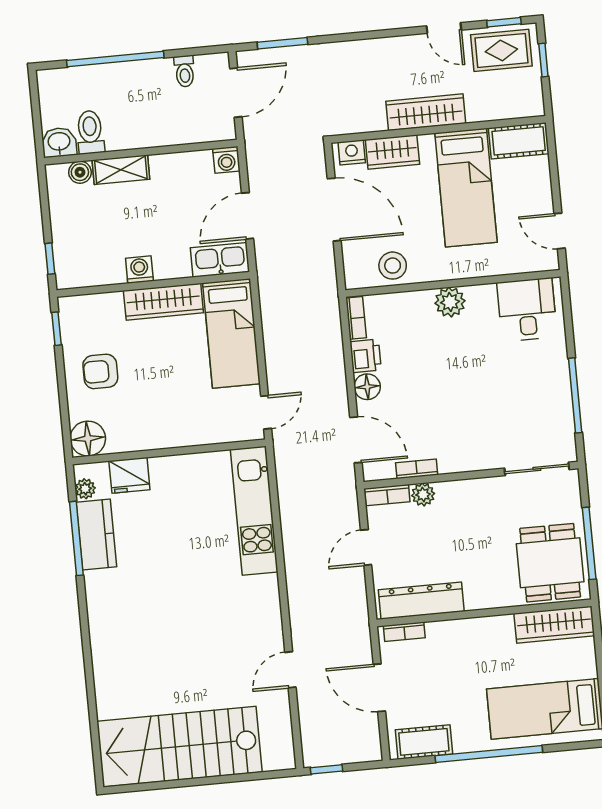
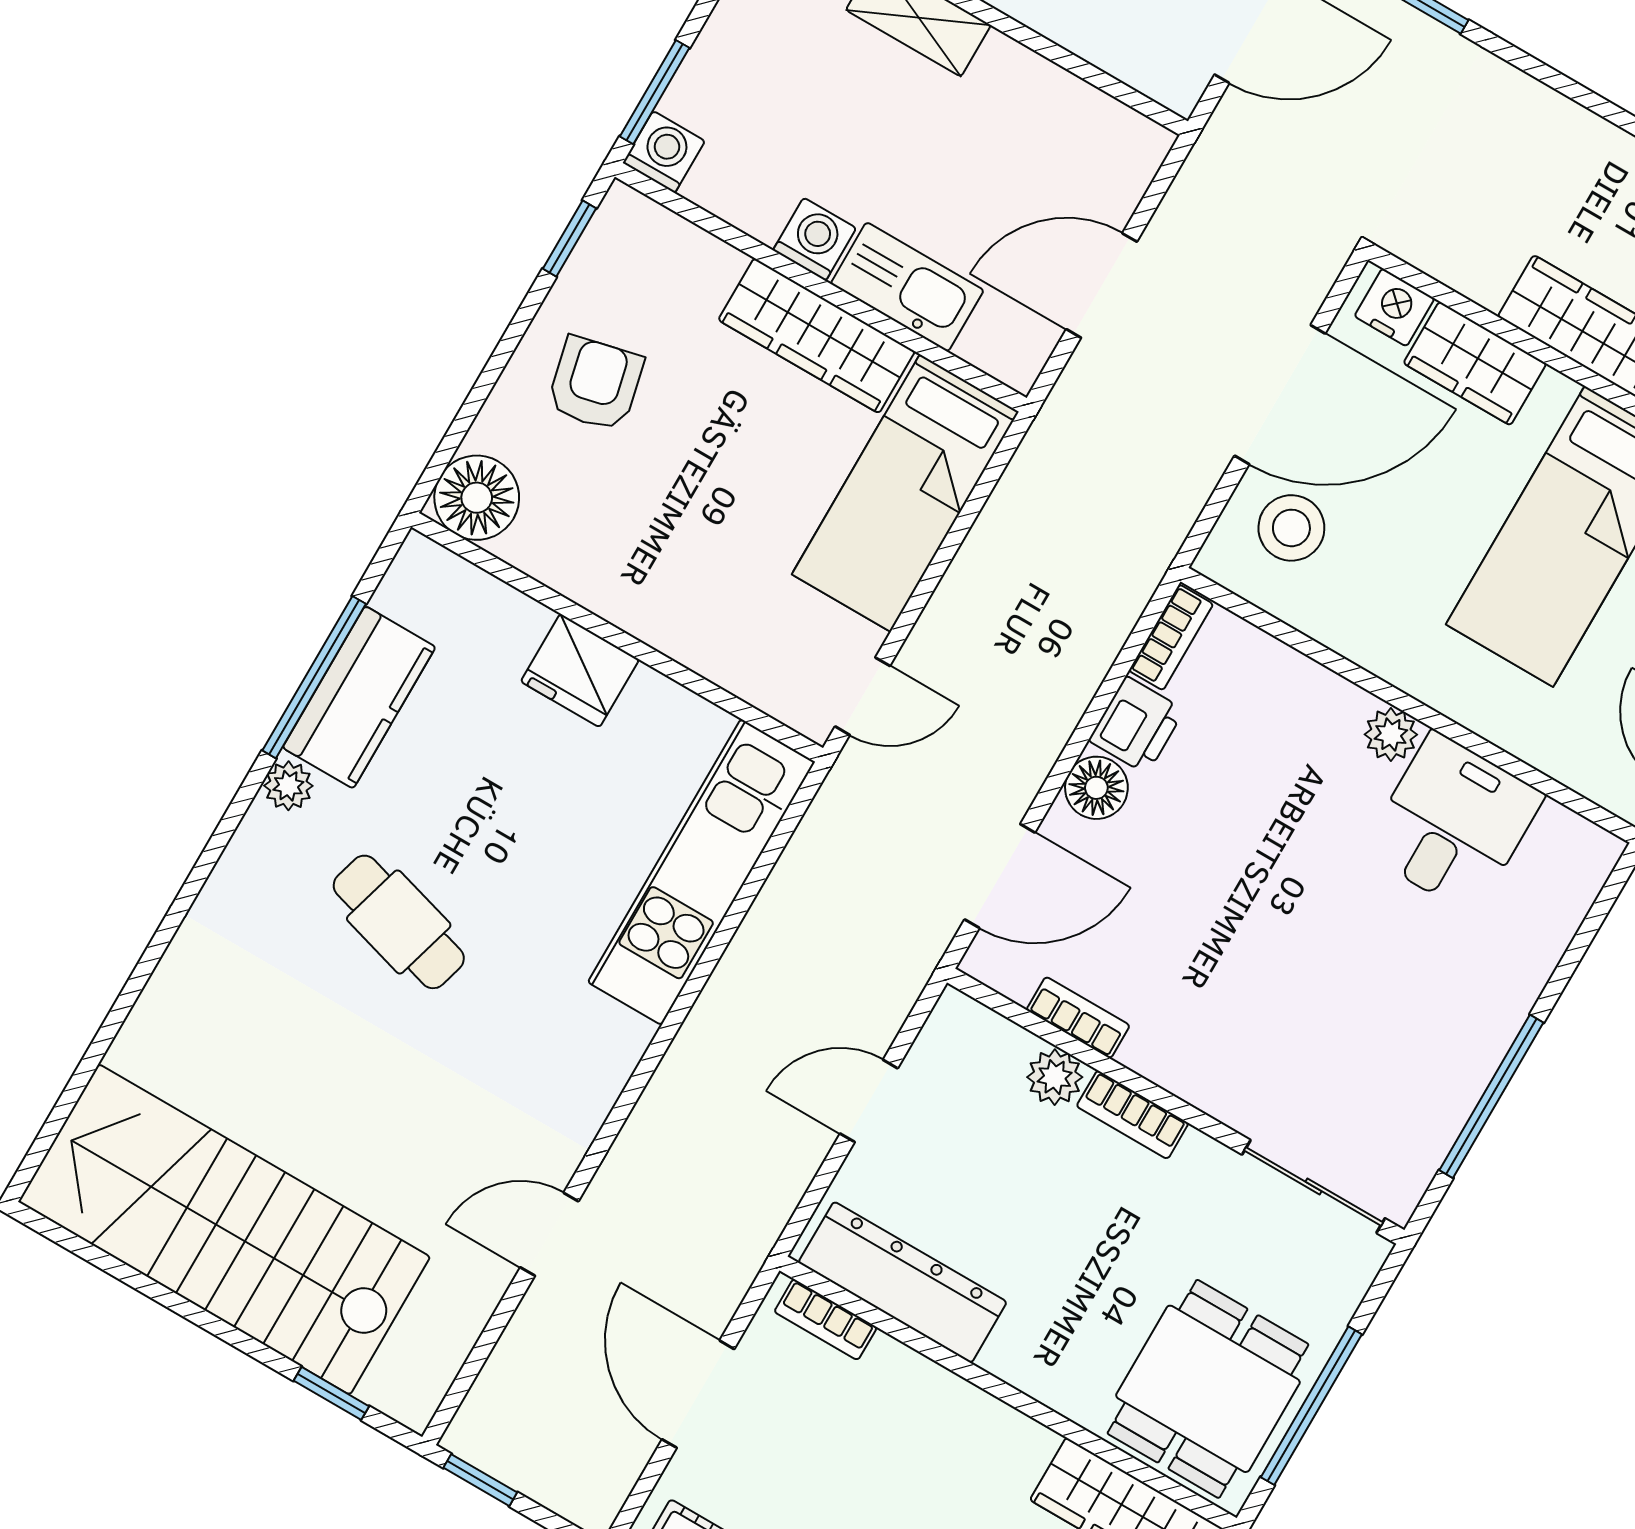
washing machine: (226, 160) -> (664, 152), moved, turned 180
door: (334, 210) -> (1280, 395), hinge flipped
window: (50, 259) -> (655, 92), width x1.50
kitchen sink: (220, 260) -> (907, 287), moved
stool: (393, 266) -> (1291, 528), moved
plant: (450, 302) -> (1391, 734), width x0.73, depth x0.73
desk: (527, 310) -> (1453, 823), moved
armchair: (100, 371) -> (595, 384), turned 77
door: (356, 440) -> (1000, 876), hinge flipped
fridge: (129, 475) -> (580, 671), moved
plant: (85, 489) -> (288, 786), moved
bookcase: (387, 495) -> (1133, 1115), moved
cafe table: (164, 601) -> (399, 922), added
window: (255, 776) -> (331, 1393), added

